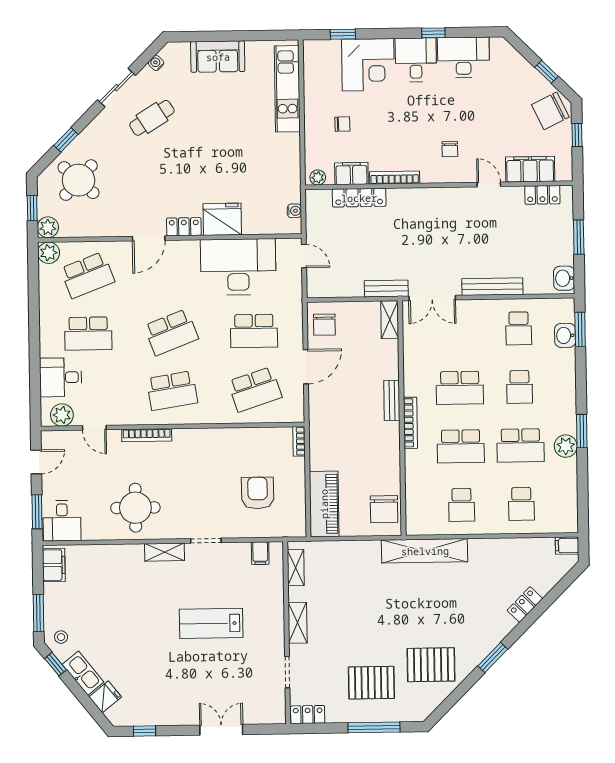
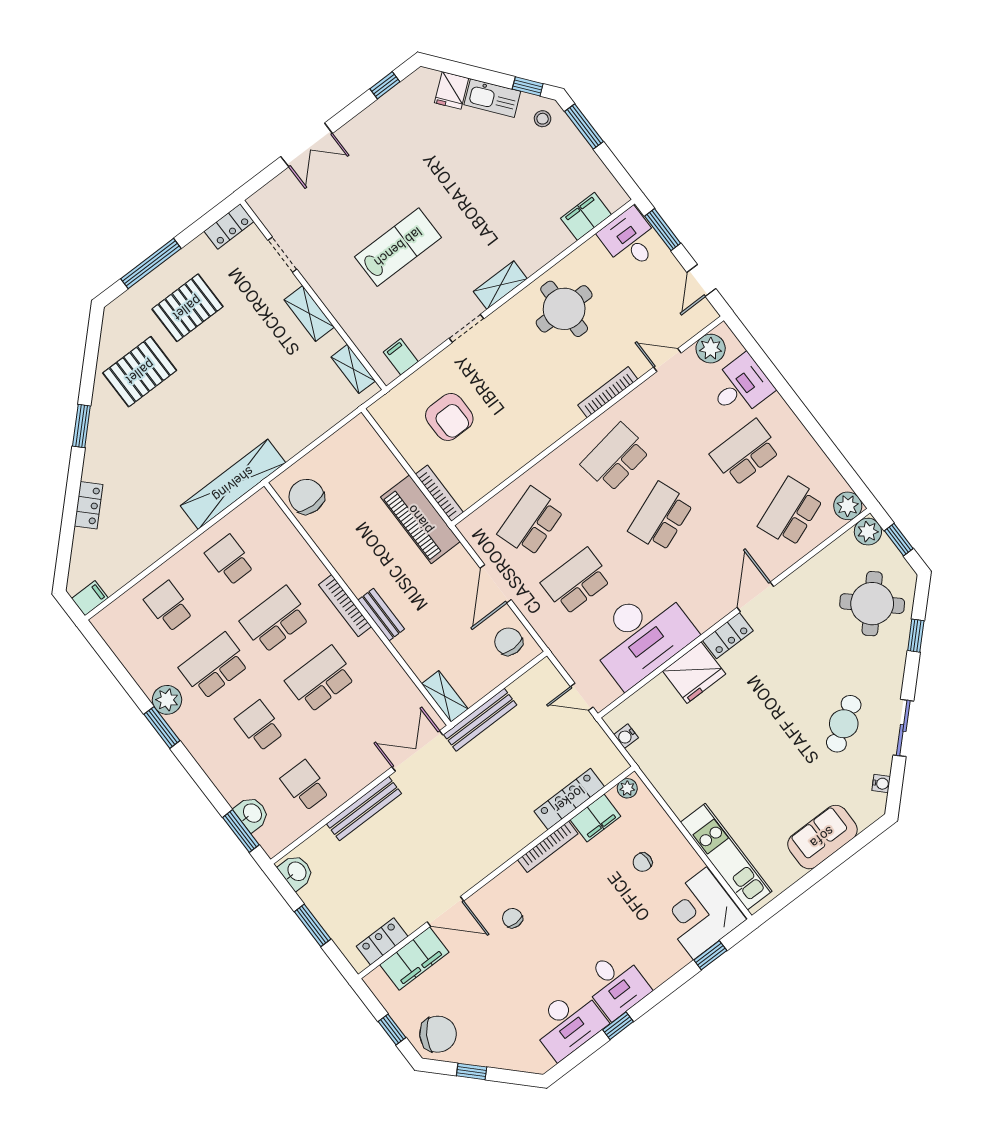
corner desk: (368, 65) -> (700, 913), moved
chair: (550, 111) -> (438, 1034), turned 58
door: (489, 184) -> (445, 911), width x1.38
bench: (386, 288) -> (480, 720), width x1.36
bookcase: (299, 441) -> (439, 493), width x1.56
piano: (324, 504) -> (420, 519), moved
filing cabinet: (54, 565) -> (586, 216), moved, turned 90

